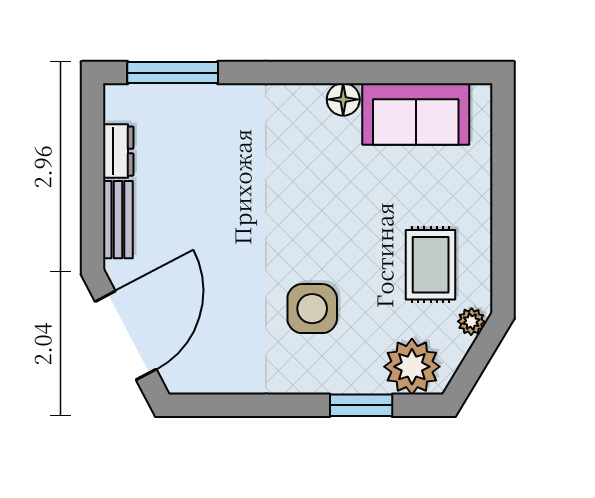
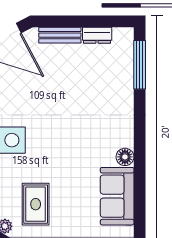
rug: (431, 265) -> (36, 204), turned 90

